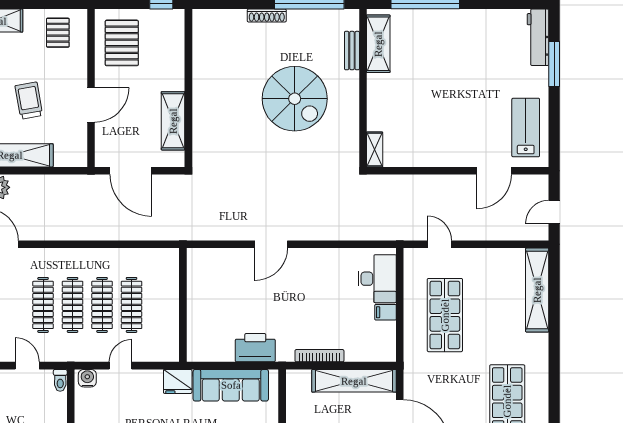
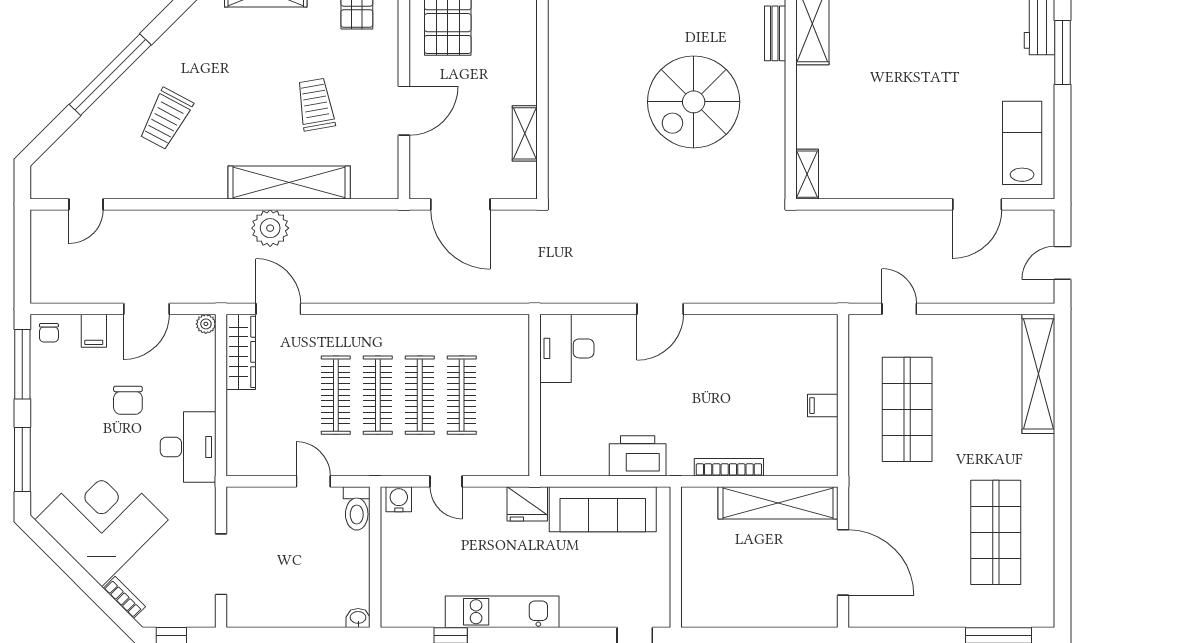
spiral stairs: (295, 99) -> (694, 102), turned 90
shelving: (173, 121) -> (525, 133), width x0.67, depth x0.75
desk: (377, 279) -> (567, 348), moved, turned 180
door: (121, 366) -> (446, 481), swing flipped
toilet: (60, 380) -> (357, 508), width x1.37, depth x1.39

